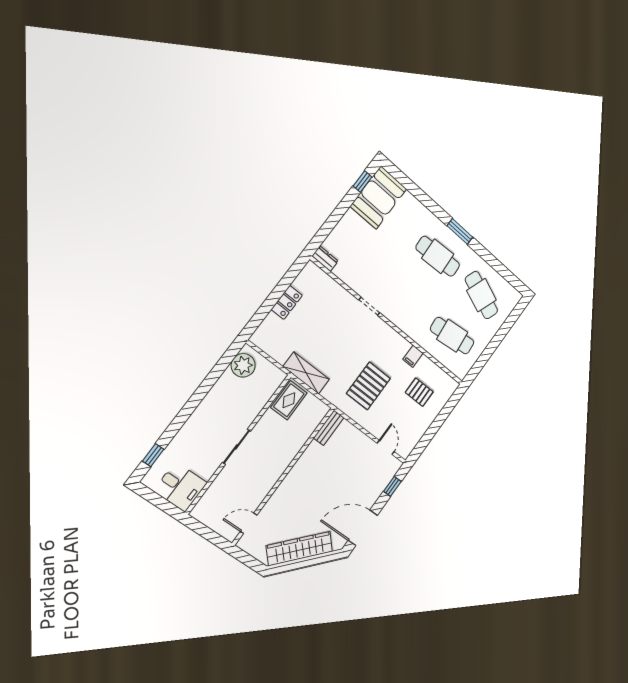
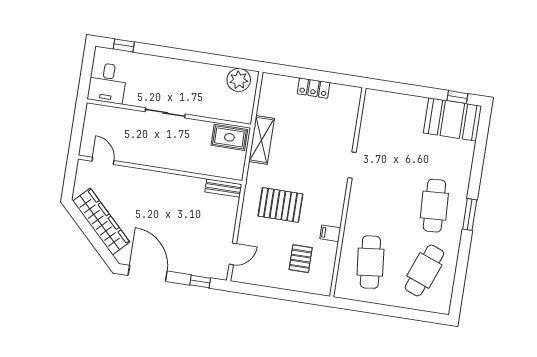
dresser: (325, 259) -> (371, 101), removed

